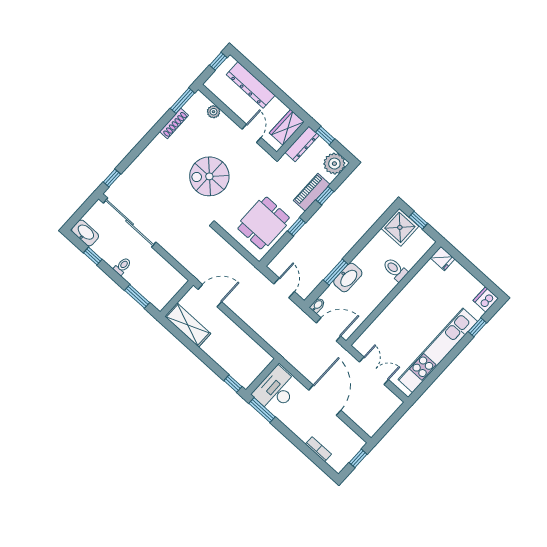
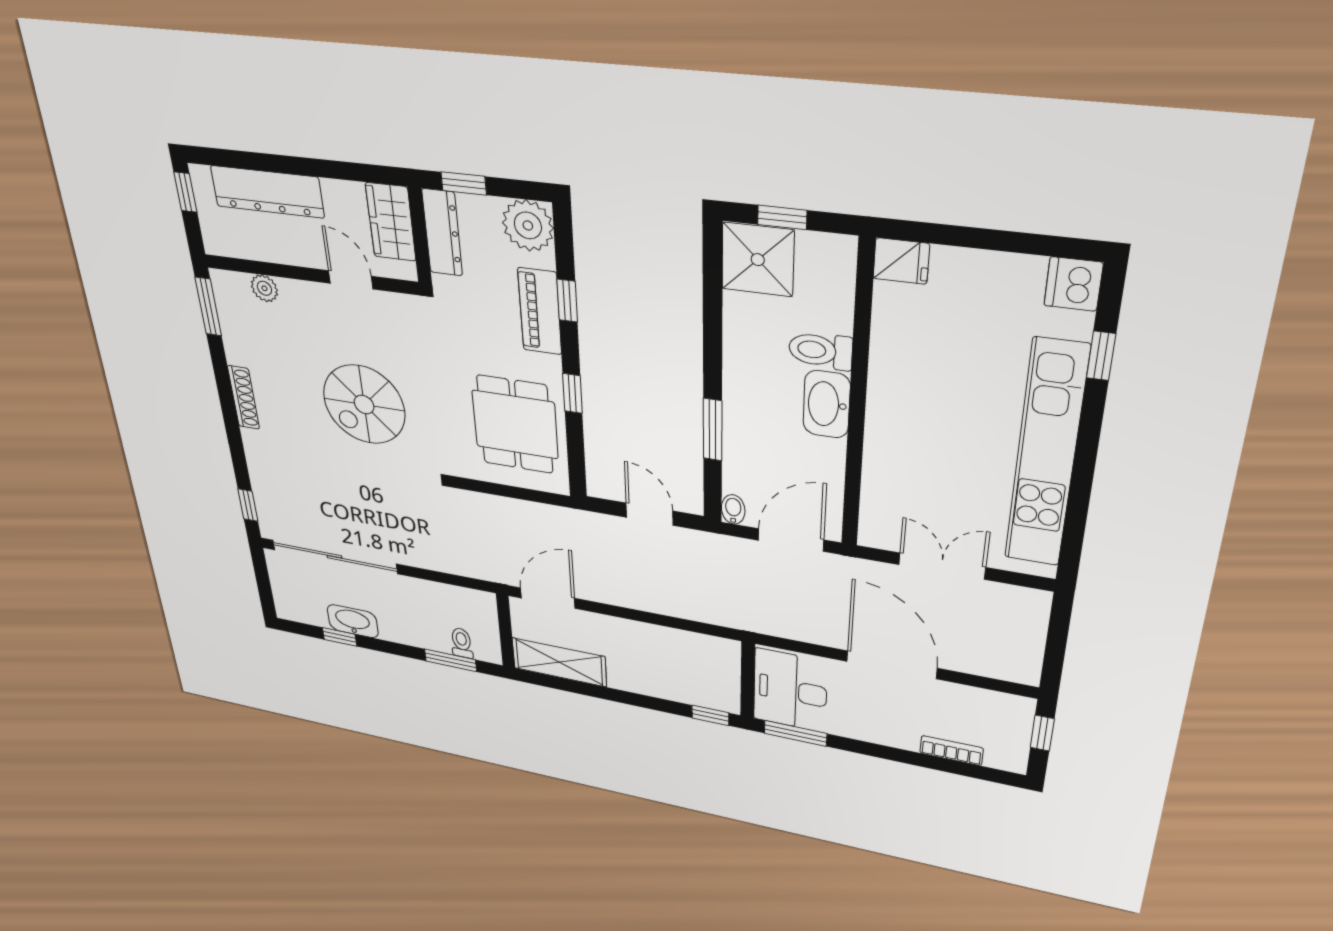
shoe rack: (174, 123) -> (244, 398), moved
washbasin: (85, 233) -> (353, 621), moved
toilet: (122, 266) -> (462, 643), moved
washbasin: (348, 278) -> (827, 404), moved, turned 180

